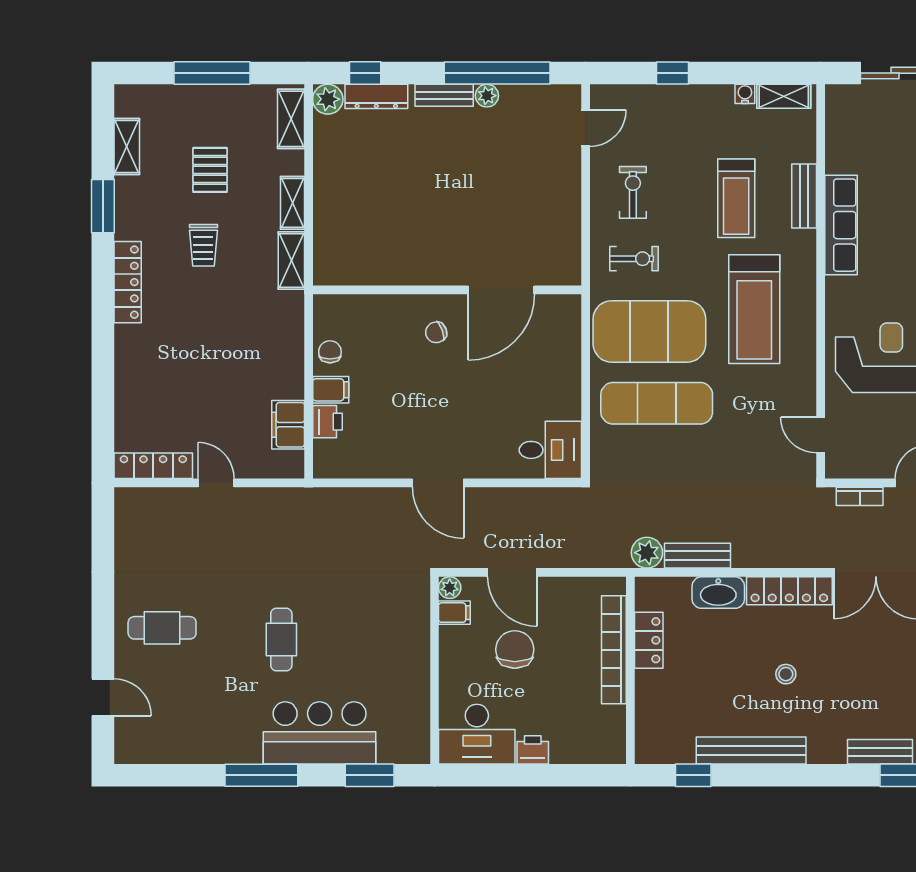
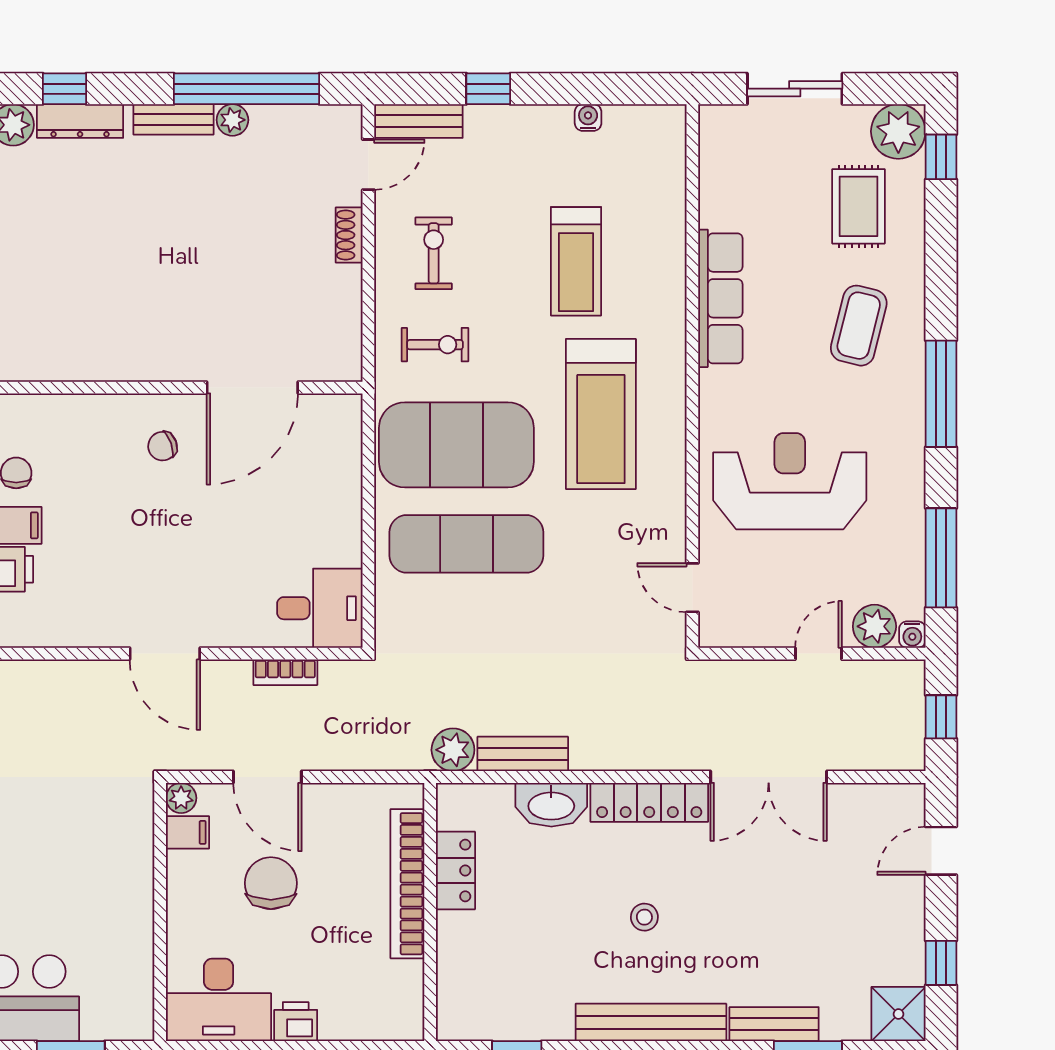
shelving: (784, 96) -> (642, 121), removed
shoe rack: (572, 179) -> (349, 235), added
bench: (804, 196) -> (418, 121), moved, turned 90
bookcase: (860, 496) -> (285, 672), moved
bench: (751, 750) -> (651, 1022), moved

